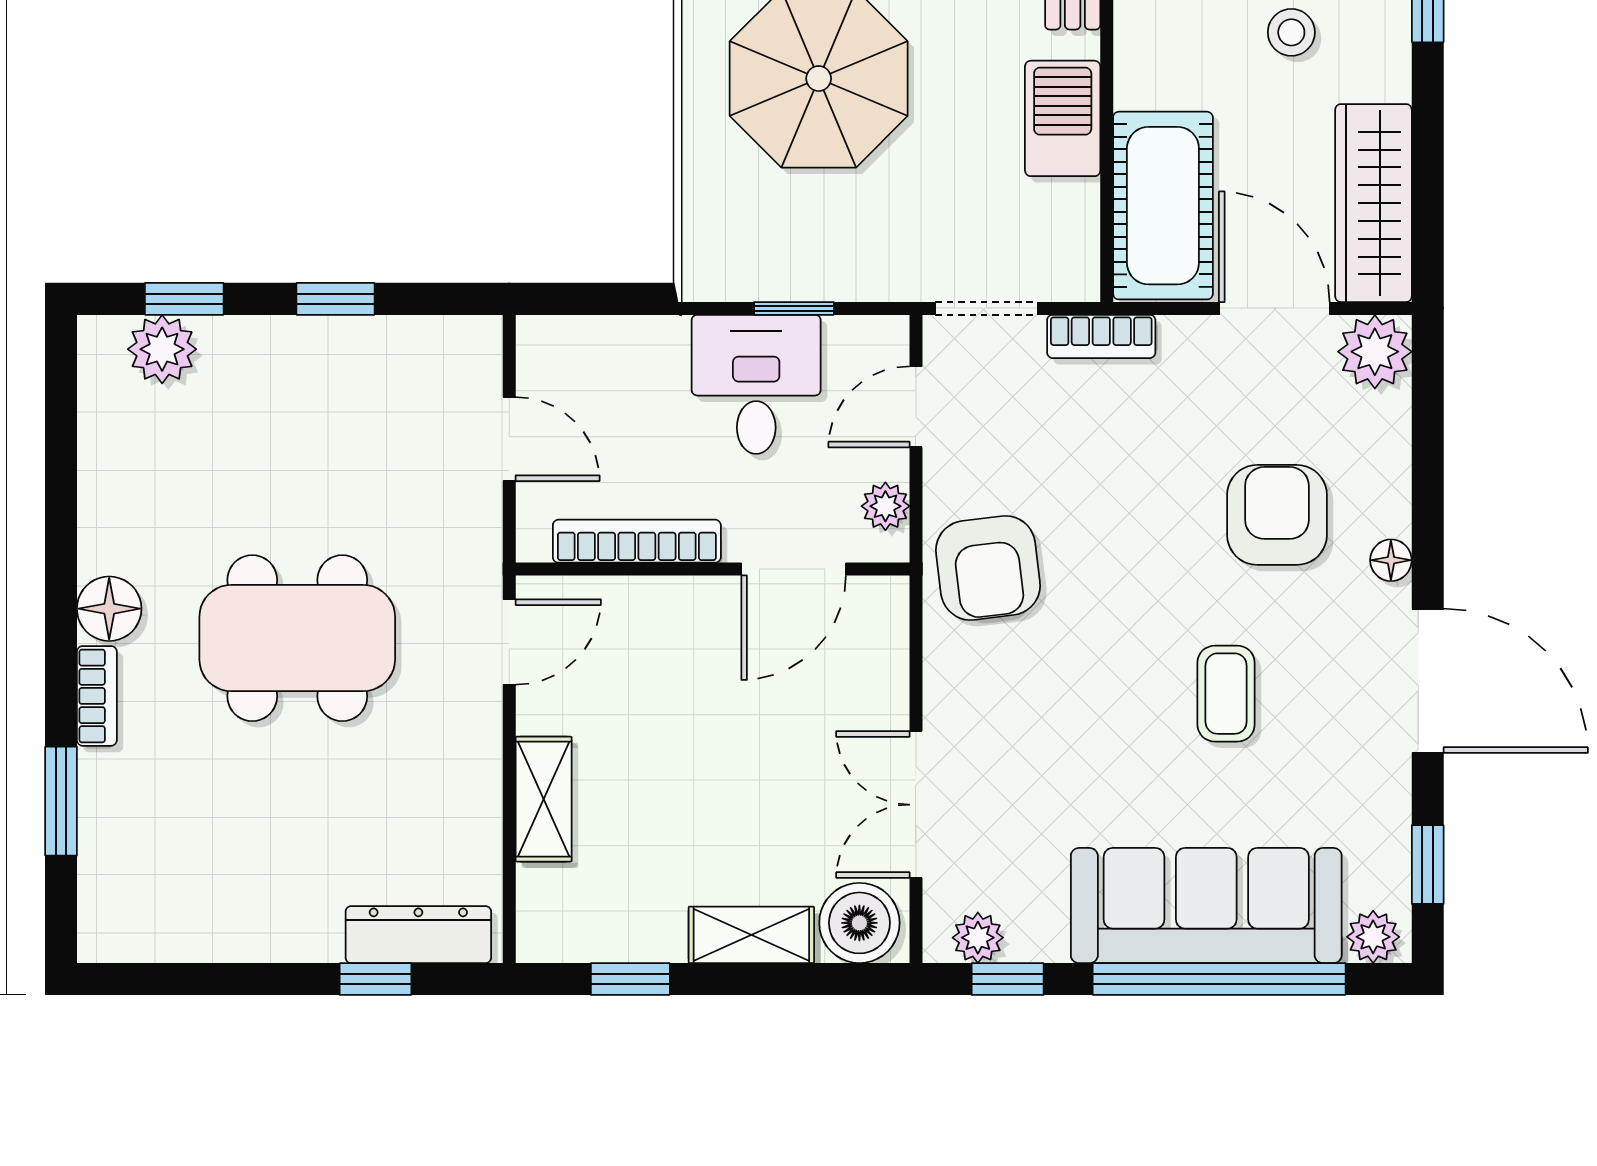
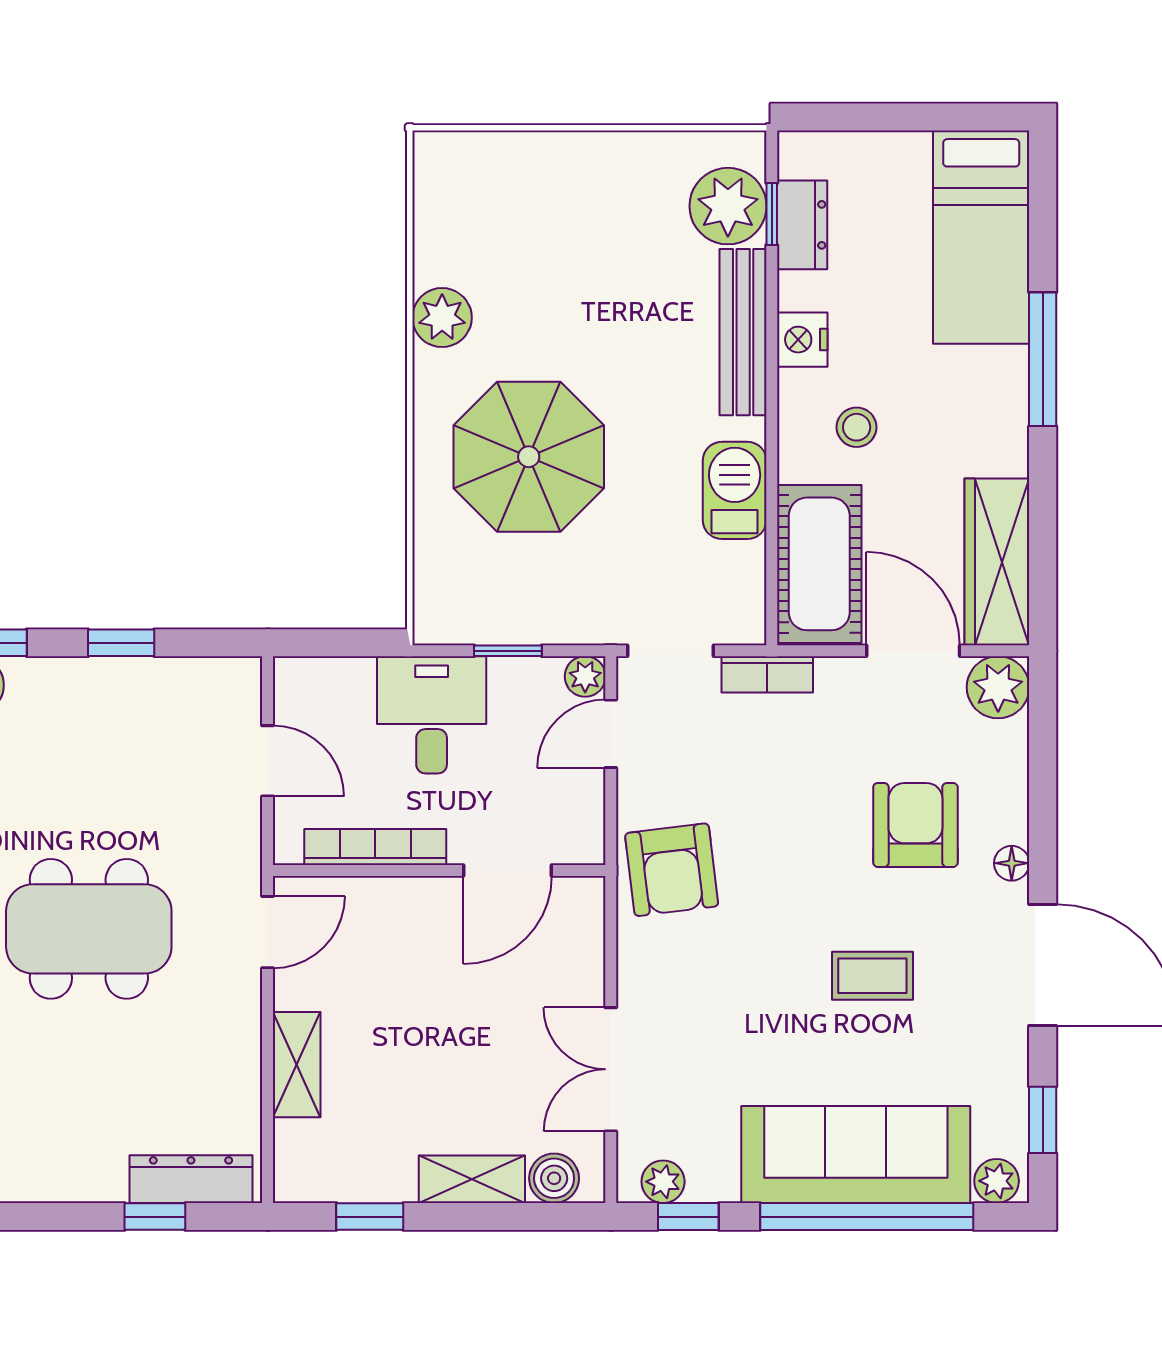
stool: (1291, 32) -> (857, 427), moved
desk: (756, 384) -> (432, 715), moved
plant: (885, 506) -> (585, 676), moved
coffee table: (1226, 694) -> (872, 976), turned 90
boiler: (859, 923) -> (554, 1178), width x0.73, depth x0.73

